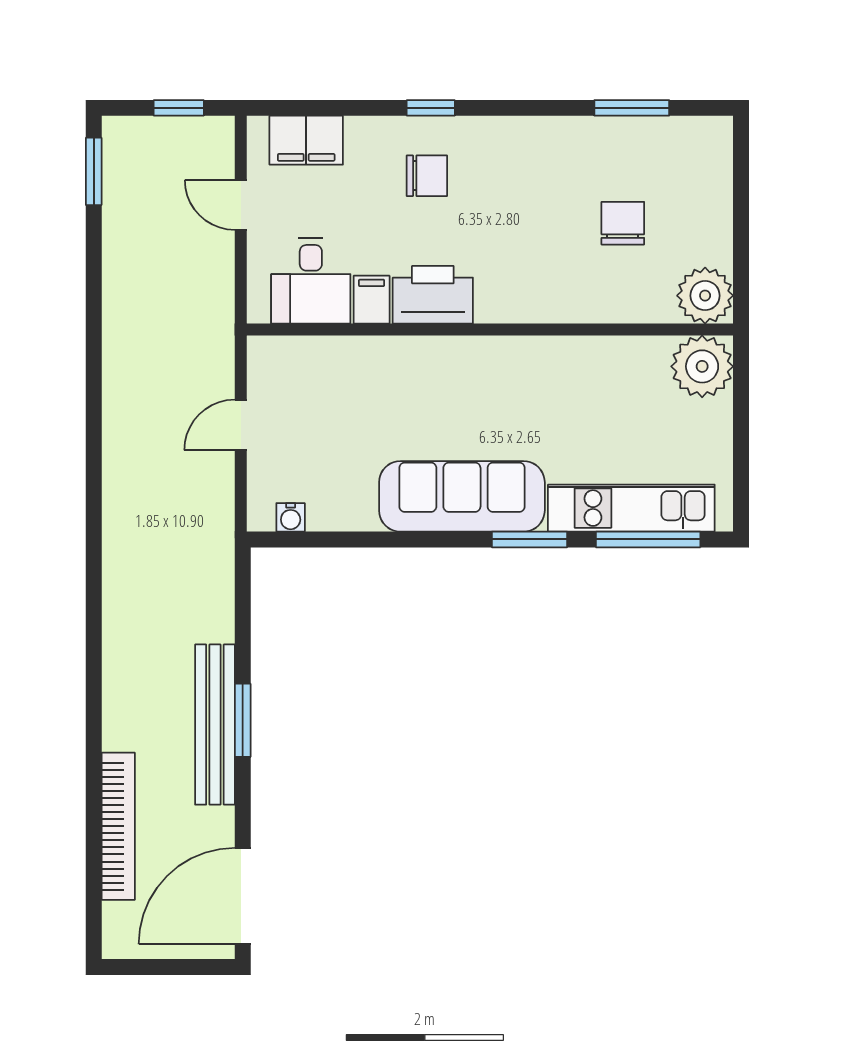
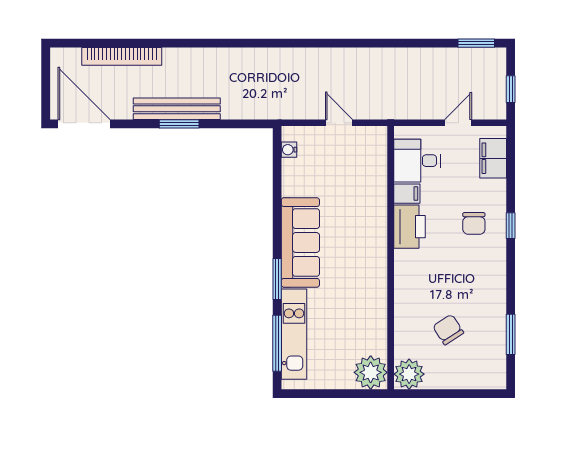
chair: (623, 223) -> (448, 330), turned -123

